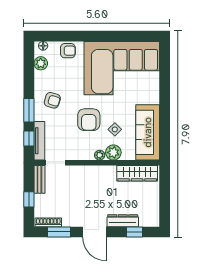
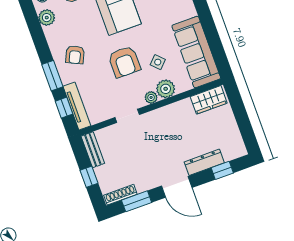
armchair: (52, 100) -> (75, 55), turned 98
doorway: (55, 163) -> (127, 116), moved
wardrobe: (137, 173) -> (209, 100), width x0.67

